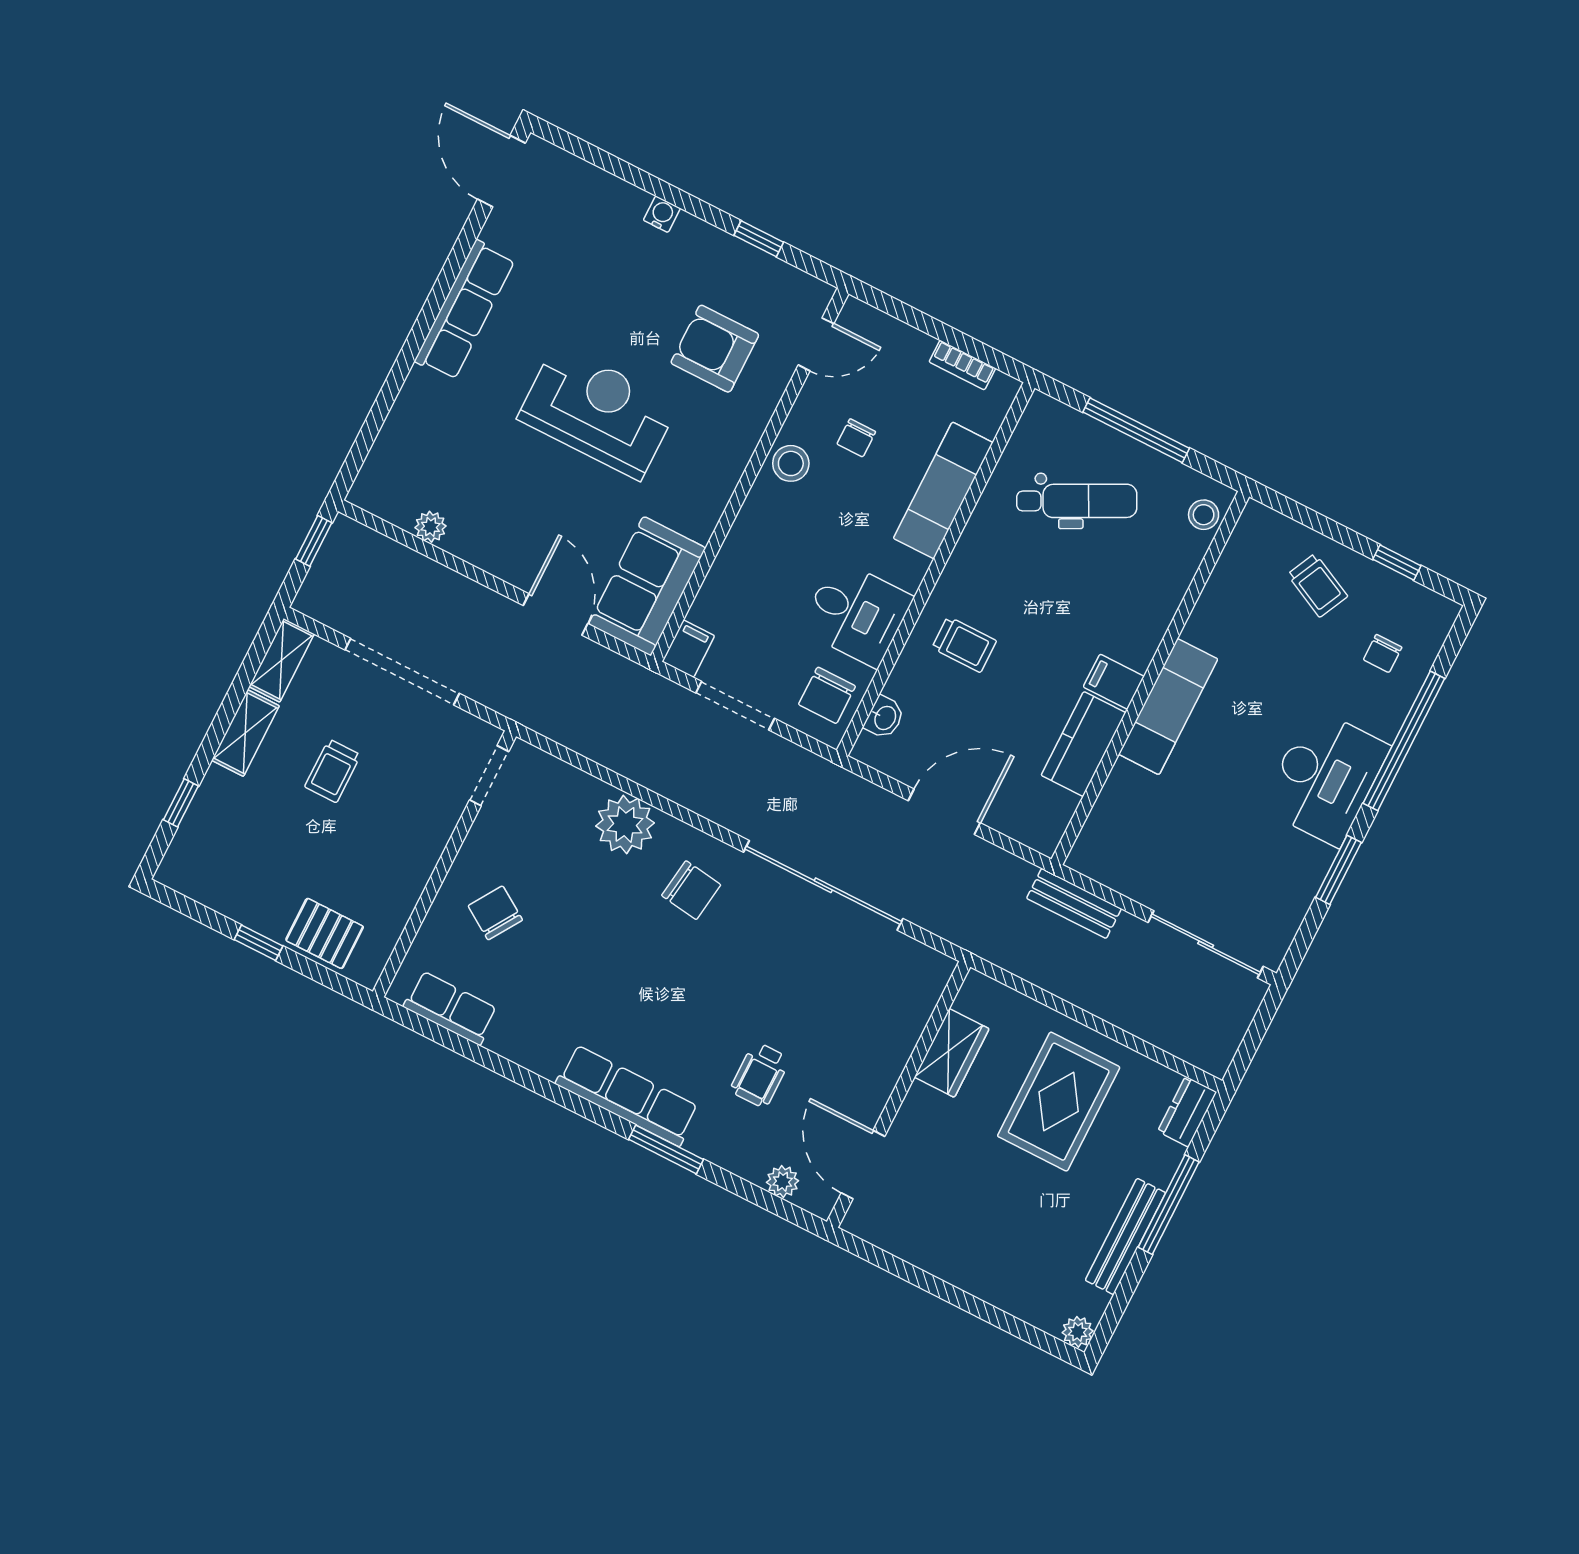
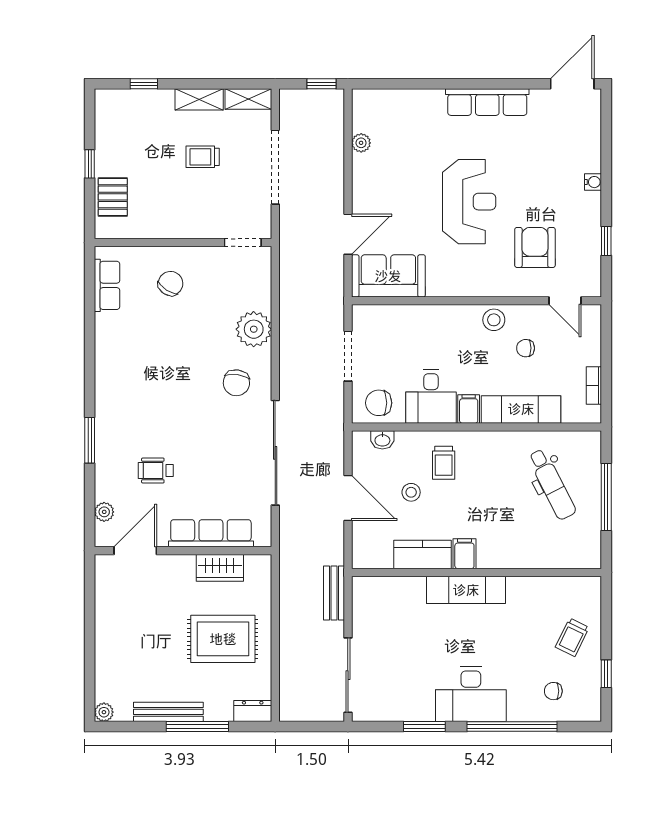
stool: (1204, 515) -> (411, 492), moved
filing cabinet: (688, 649) -> (469, 409), moved, turned -90
row of seats: (627, 1095) -> (211, 533), moved, turned -90

